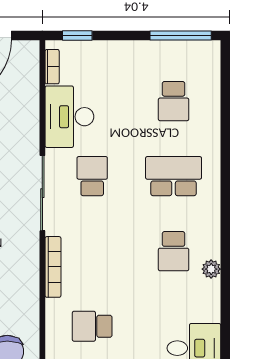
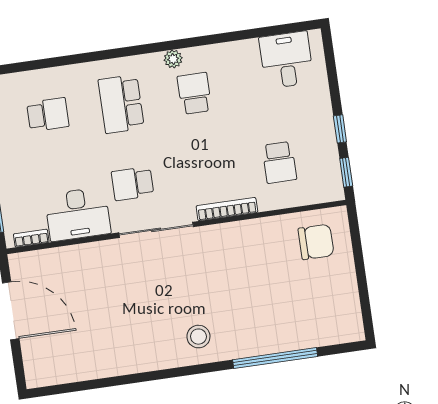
school desk: (174, 251) -> (195, 93), turned -90
plant: (211, 269) -> (173, 59), moved

